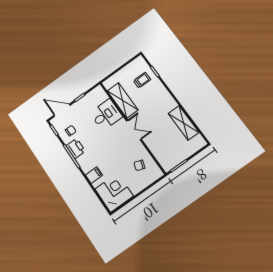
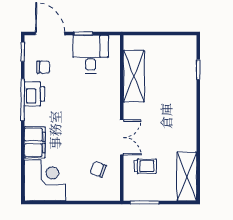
trolley: (142, 80) -> (145, 166), moved
desk: (106, 115) -> (91, 54), moved, turned -90
shelving: (184, 123) -> (187, 176), moved
double door: (134, 130) -> (122, 137), moved
filing cabinet: (94, 175) -> (35, 142), width x2.00

